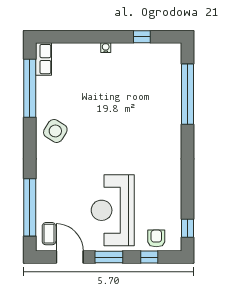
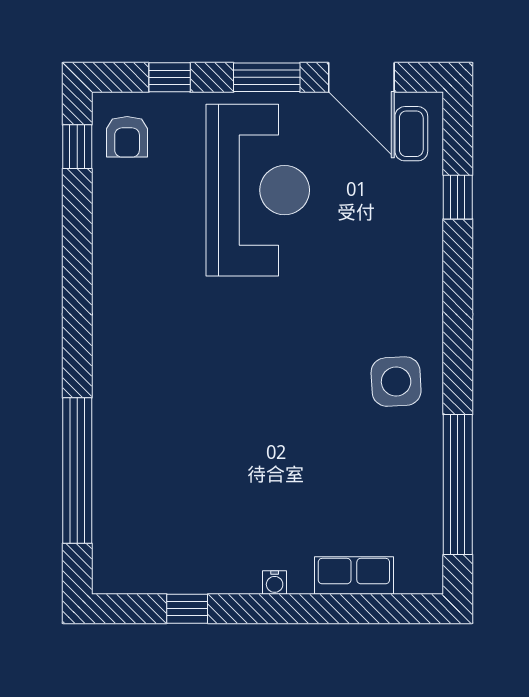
row of seats: (44, 59) -> (354, 576), moved, turned 90
side table: (55, 131) -> (396, 382), turned -35
window: (30, 207) -> (458, 197), width x0.32
armchair: (156, 238) -> (127, 137), moved

